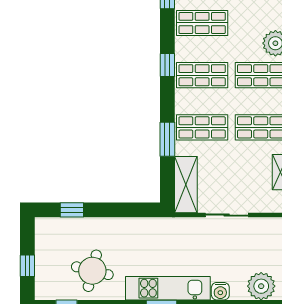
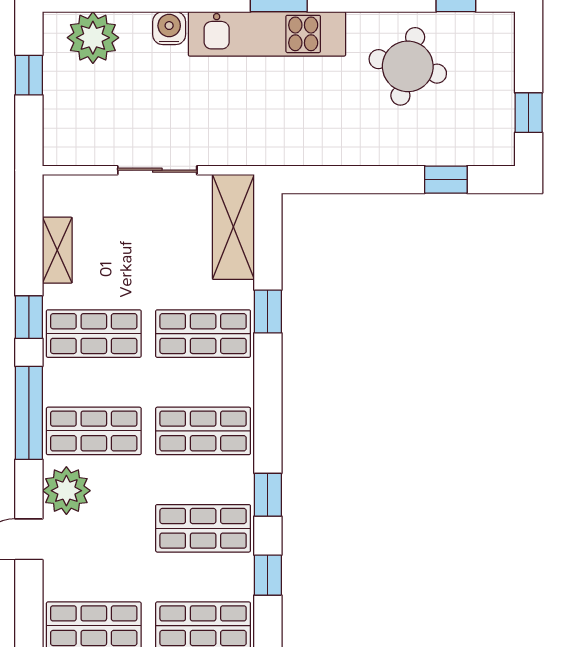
window: (167, 65) -> (268, 495), moved
window: (167, 139) -> (268, 312), width x0.67
window: (27, 266) -> (529, 113), moved

